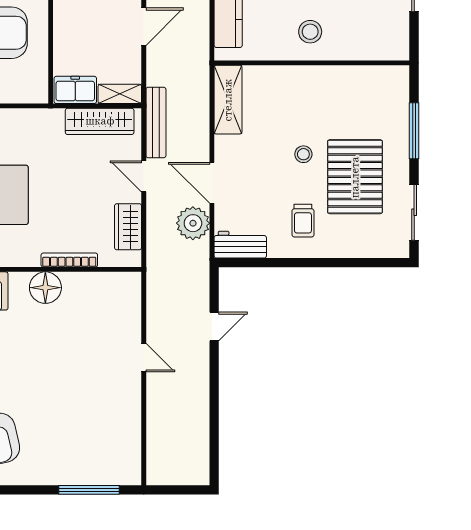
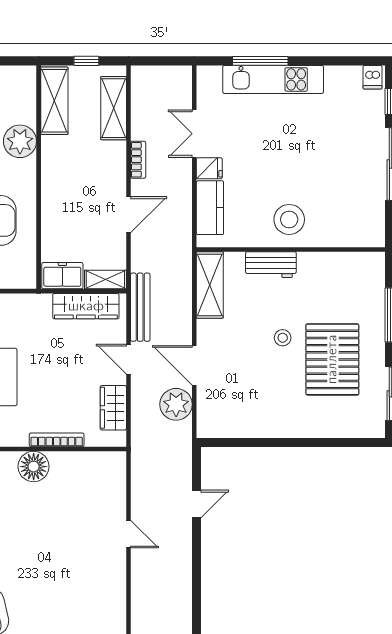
stool: (310, 32) -> (289, 219), width x1.38, depth x1.38
trolley: (303, 221) -> (282, 402), removed
workbench: (240, 245) -> (271, 265), moved, turned 180

